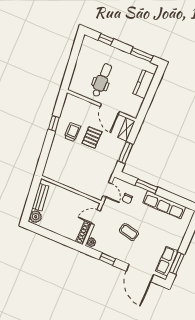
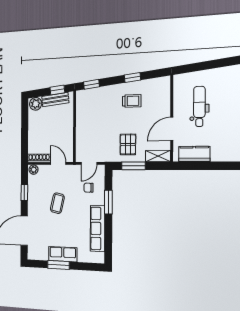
dental chair: (102, 80) -> (199, 106), turned -90
kitchen counter: (144, 84) -> (194, 154), moved
pallet: (92, 138) -> (128, 144), moved, turned 90
window: (43, 160) -> (91, 84), added
window: (33, 192) -> (57, 90), added
row of seats: (167, 261) -> (63, 254), moved
window: (177, 263) -> (58, 265), moved

